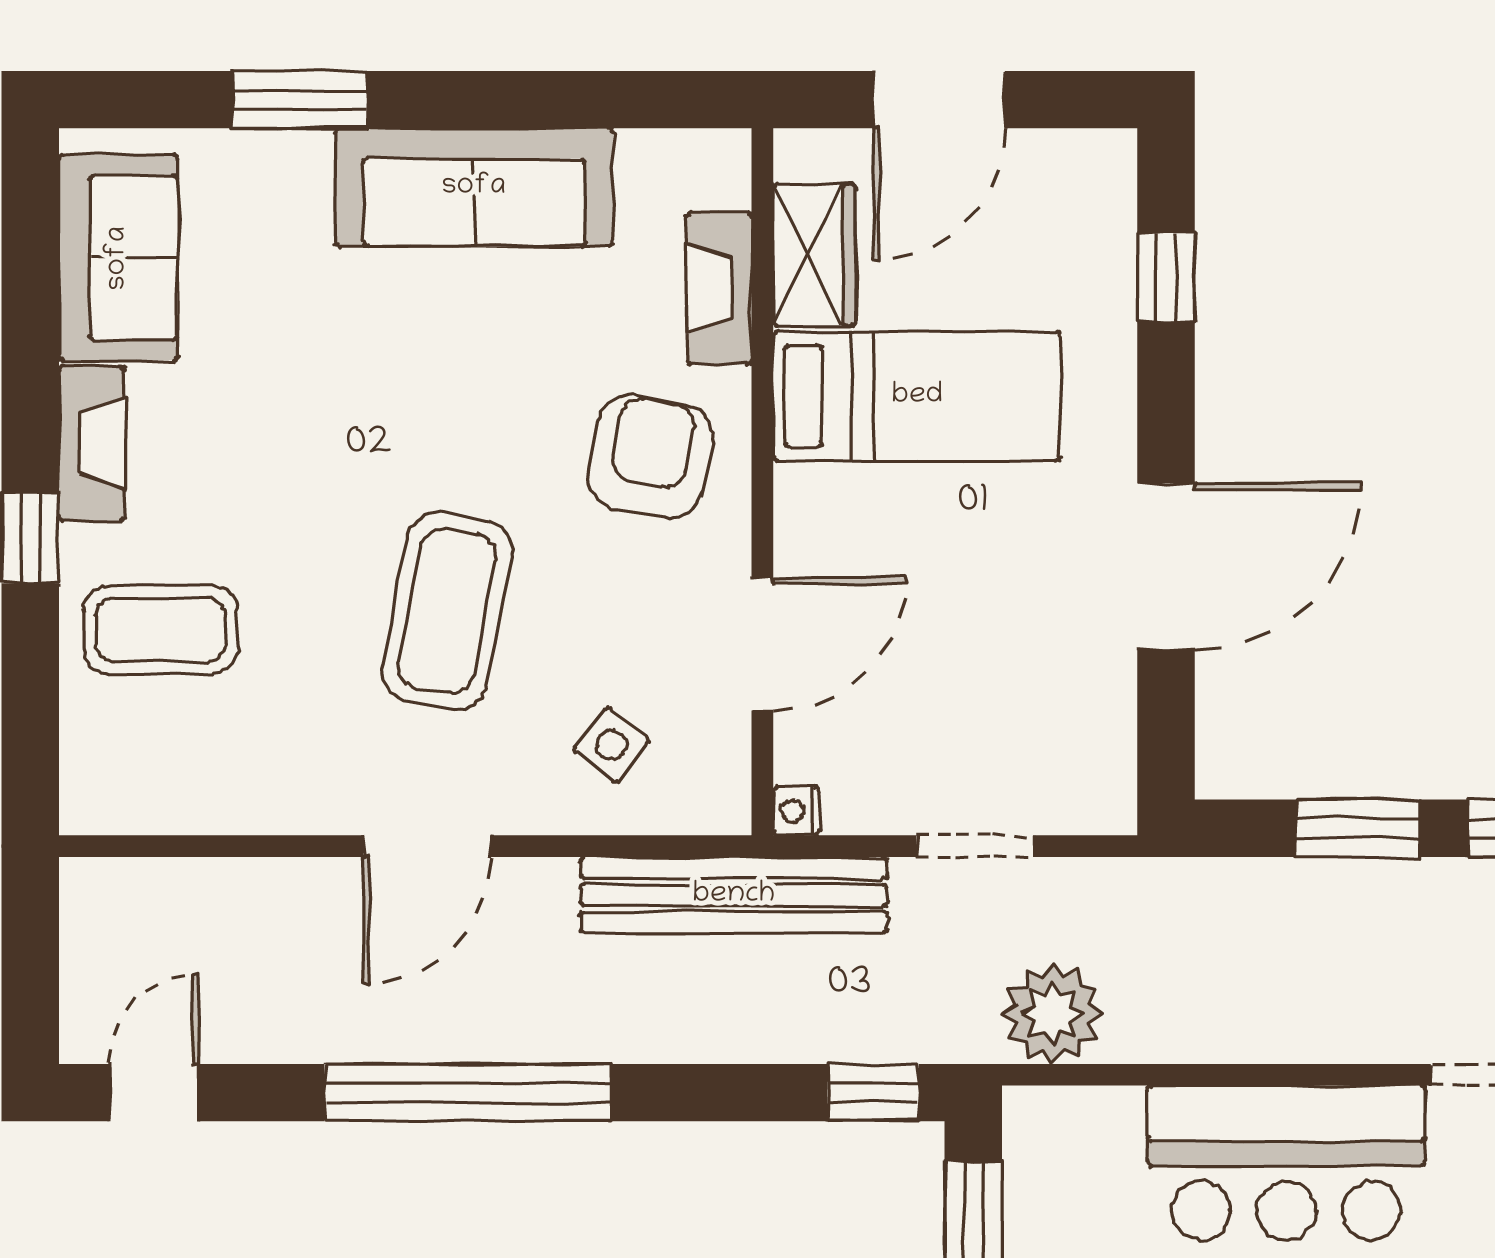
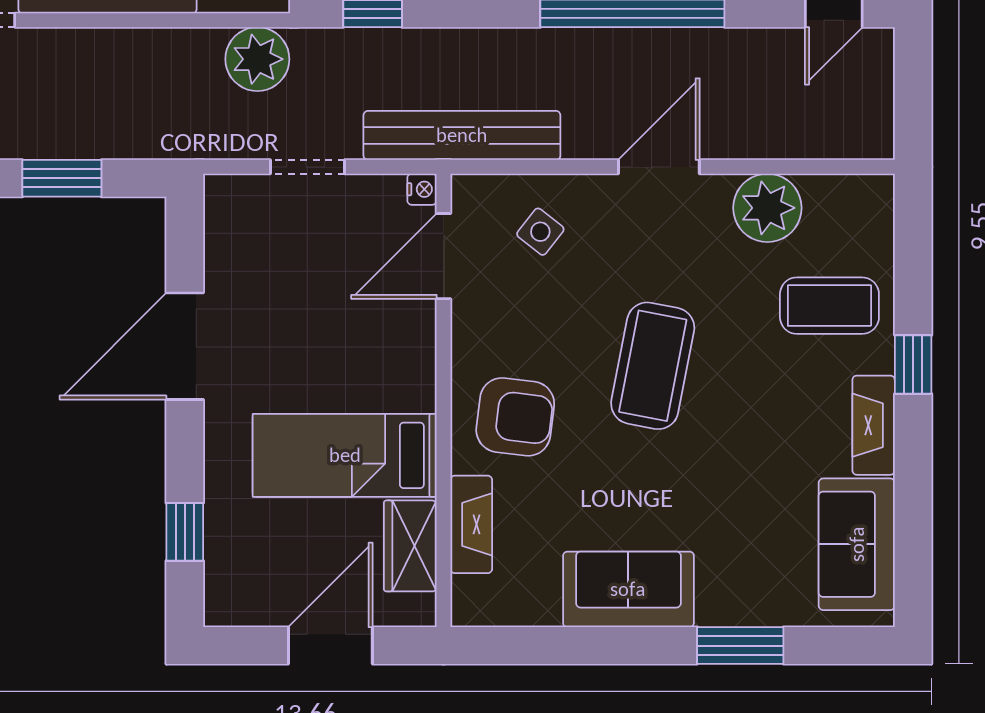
sofa: (474, 187) -> (628, 589), width x0.73
armchair: (651, 456) -> (515, 417), turned -94
coffee table: (447, 611) -> (653, 366), moved
door: (762, 644) -> (444, 256), moved
plant: (257, 782) -> (767, 208), added

